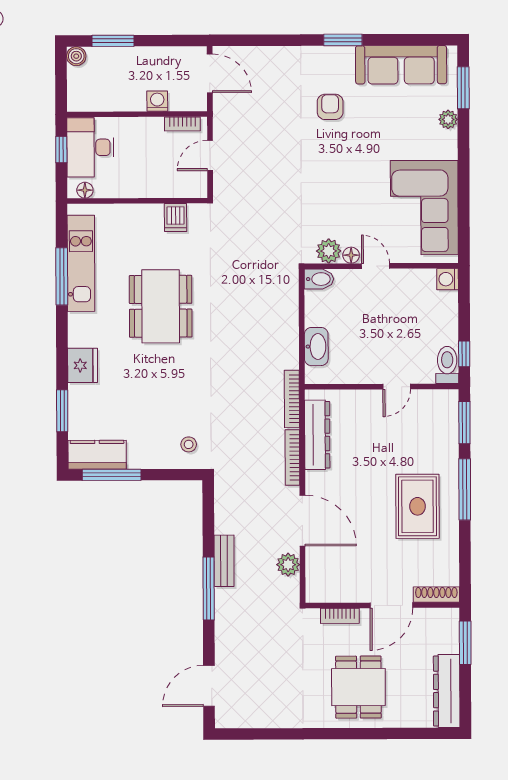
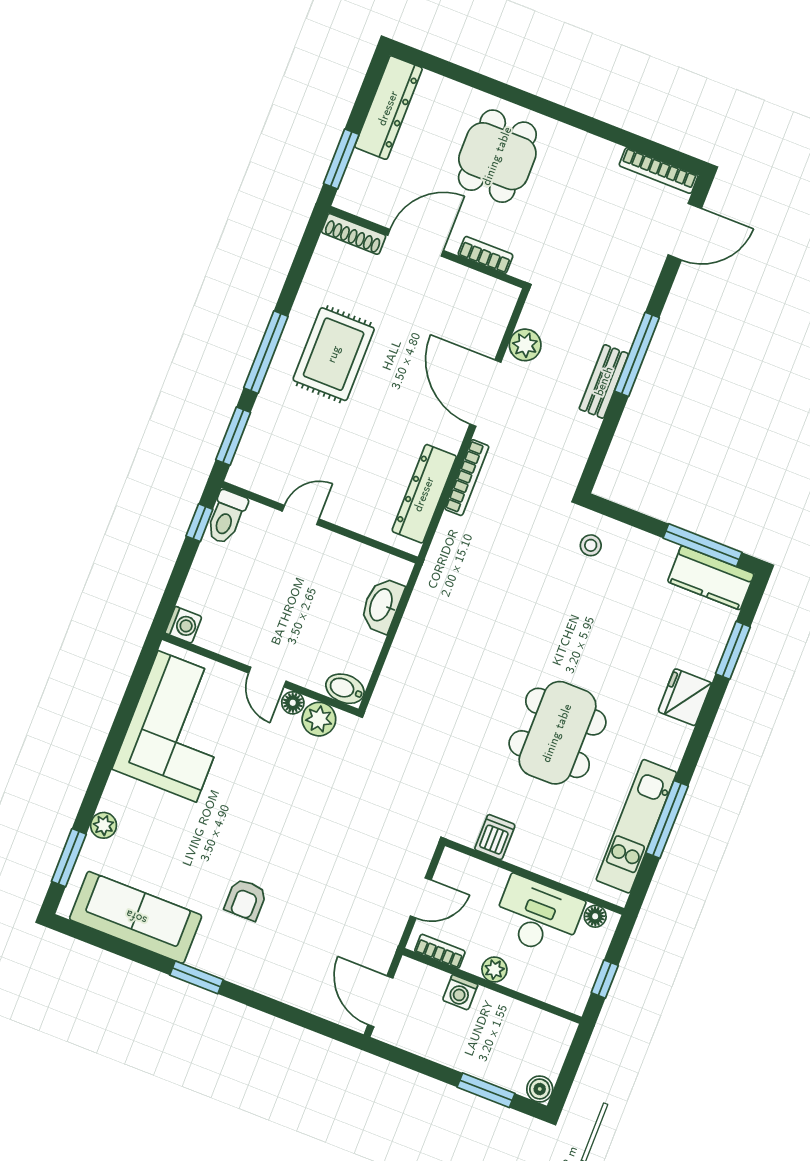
plant: (140, 126) -> (494, 970), added
desk: (90, 147) -> (538, 916), moved, turned -90
bookcase: (292, 399) -> (658, 171), moved, turned 90

